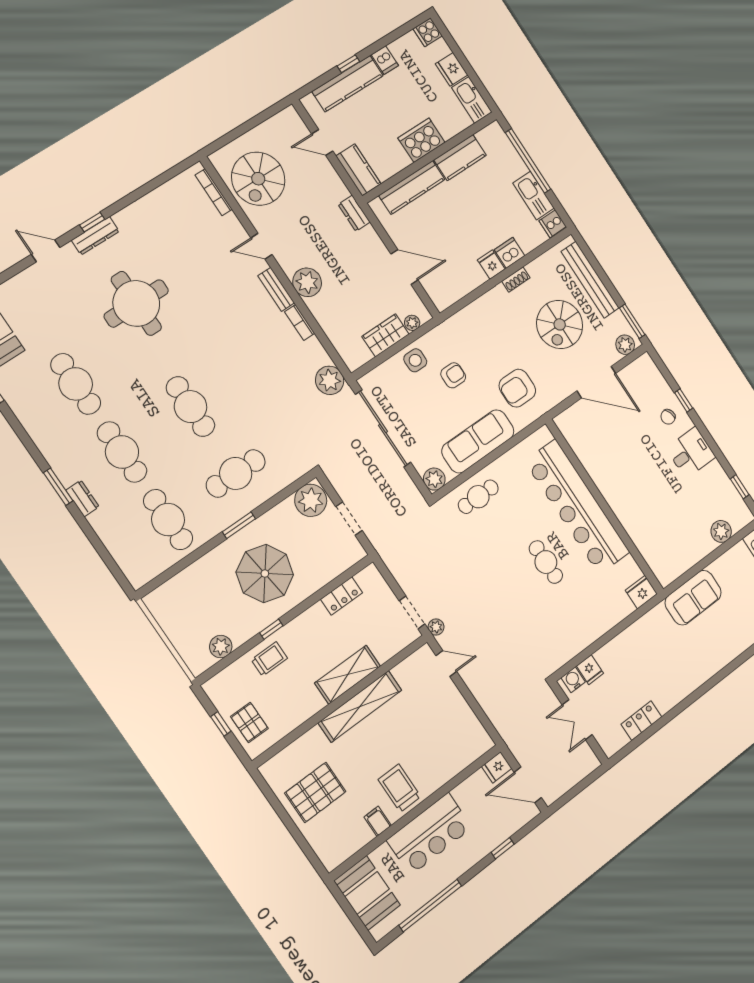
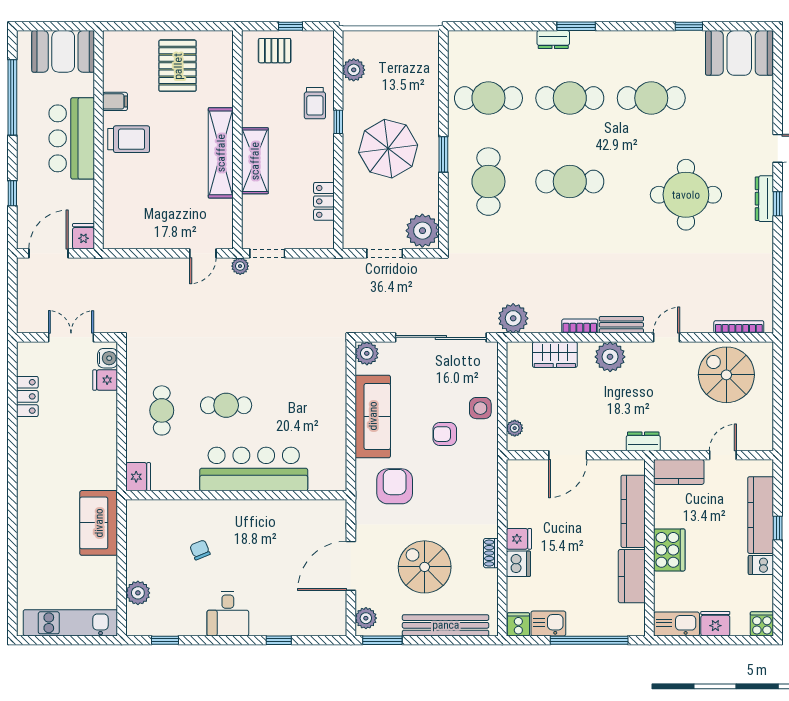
kitchen sink: (534, 196) -> (548, 623), width x0.73
wardrobe: (385, 335) -> (555, 355), moved, turned 90
armchair: (453, 375) -> (445, 434), turned 90
chair: (668, 417) -> (200, 550), moved
cafe table: (478, 497) -> (162, 410), moved
bar counter: (577, 507) -> (254, 469), width x0.73

